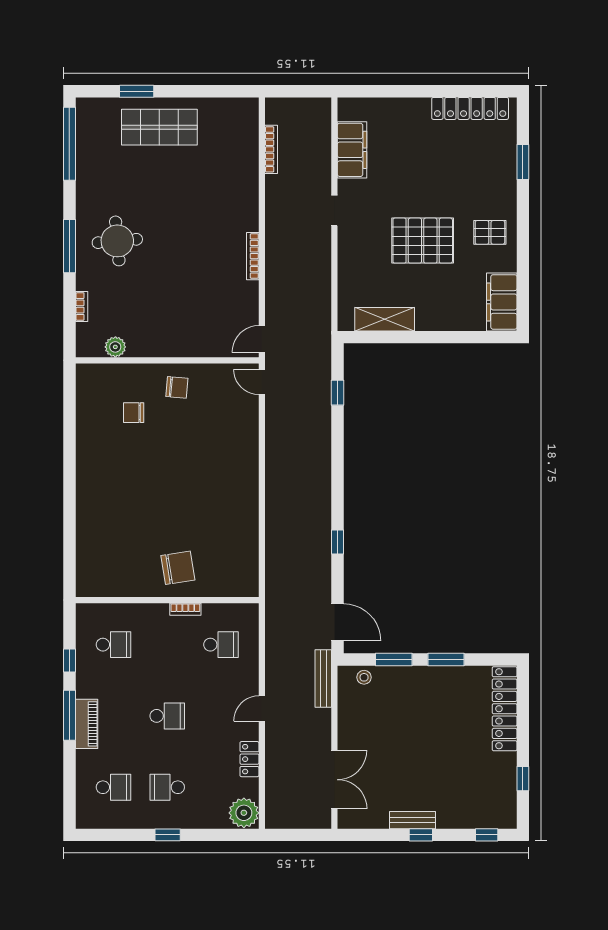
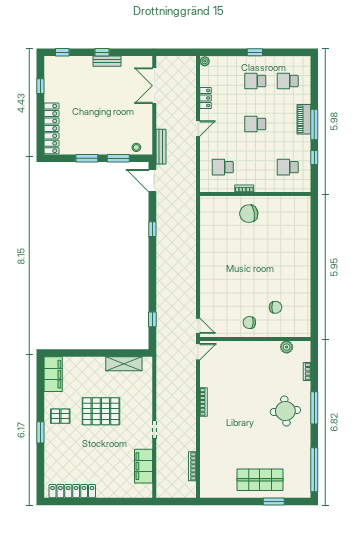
window: (523, 162) -> (40, 432), moved
school desk: (167, 787) -> (255, 81), turned 180
plant: (244, 813) -> (205, 61), width x0.53, depth x0.53

